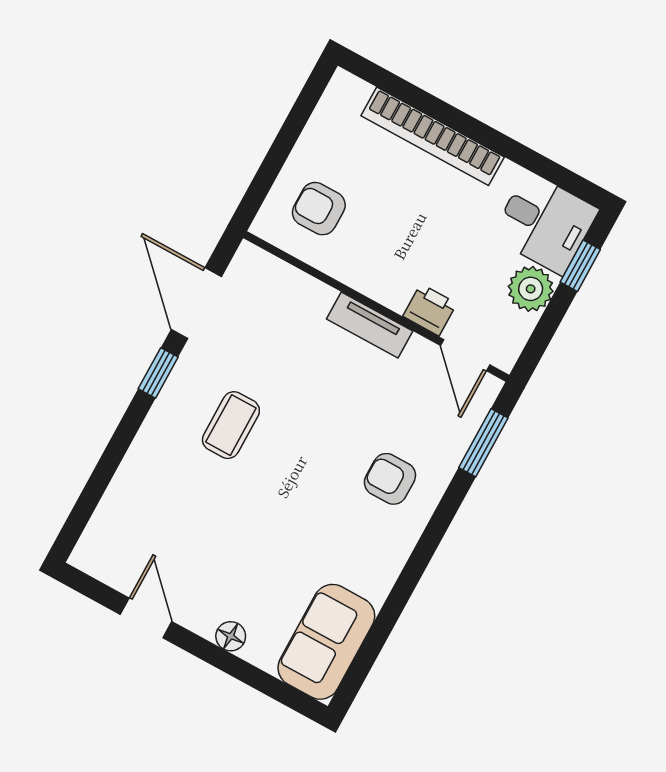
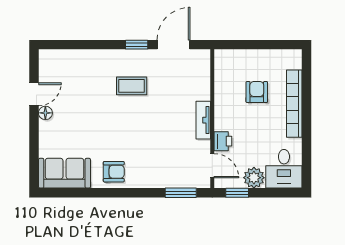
armchair: (319, 209) -> (257, 92), moved
window: (580, 266) -> (237, 193), moved
door: (465, 355) -> (212, 166), swing flipped
armchair: (390, 479) -> (114, 172), moved, turned 90
floor lamp: (231, 636) -> (45, 113), moved

